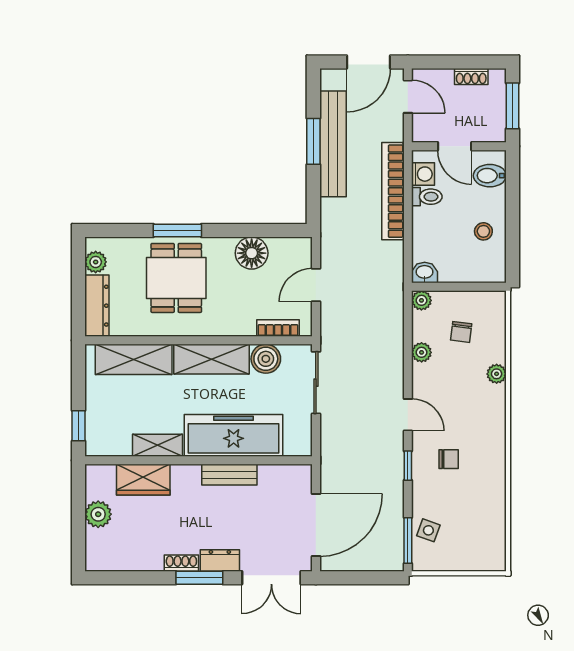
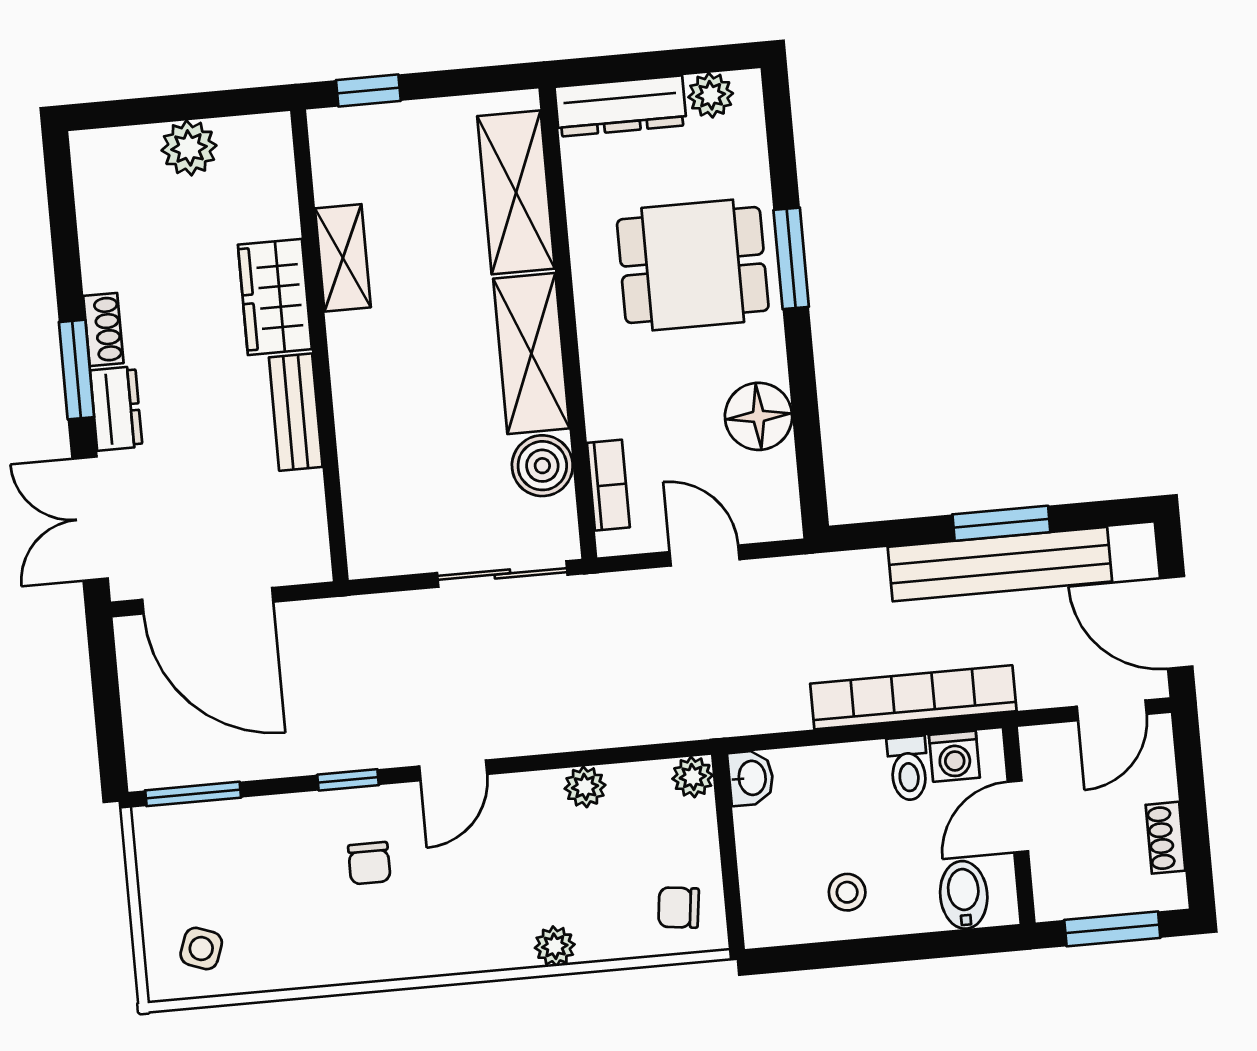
chair: (461, 332) -> (679, 908), moved
freezer: (234, 435) -> (378, 413), removed
wardrobe: (143, 480) -> (275, 297), moved
side table: (428, 530) -> (201, 948), moved

